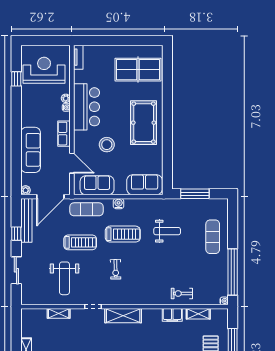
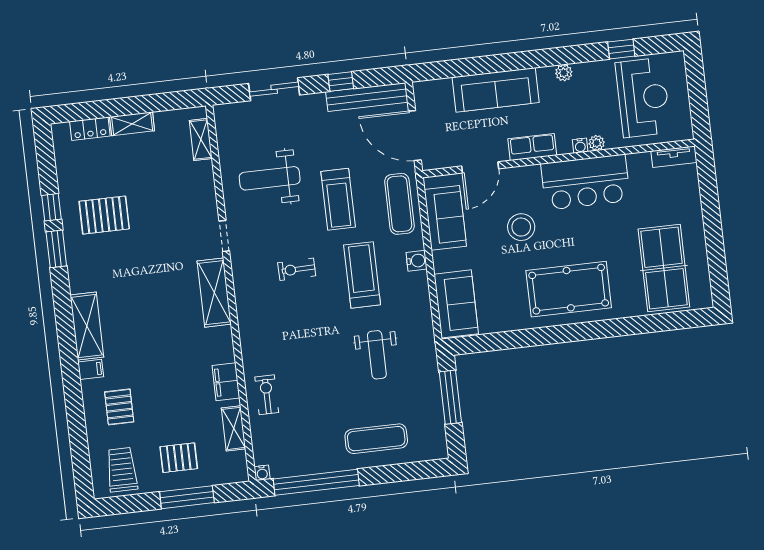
plant: (26, 190) -> (564, 73), moved
treadmill: (123, 234) -> (362, 275), turned 180
shelving: (59, 313) -> (201, 139), moved

